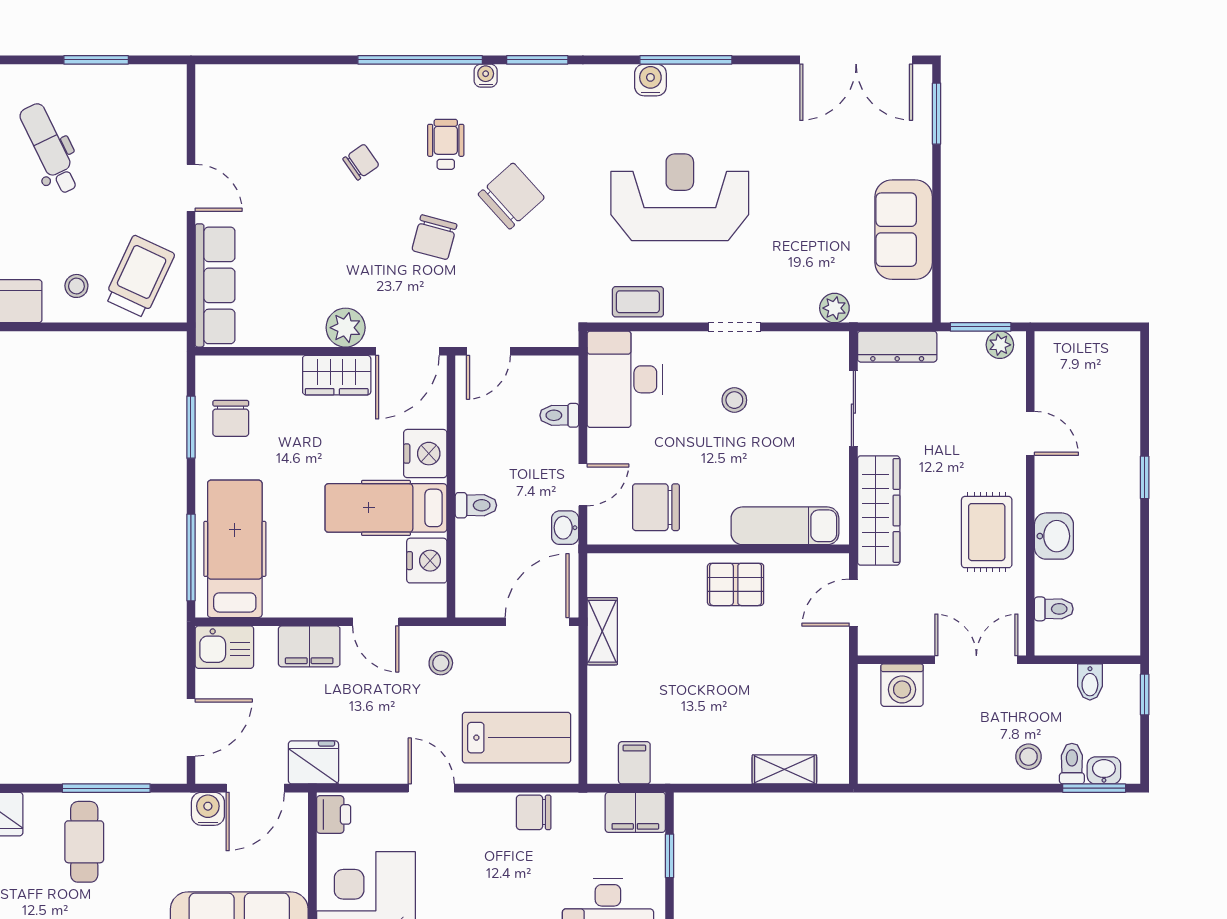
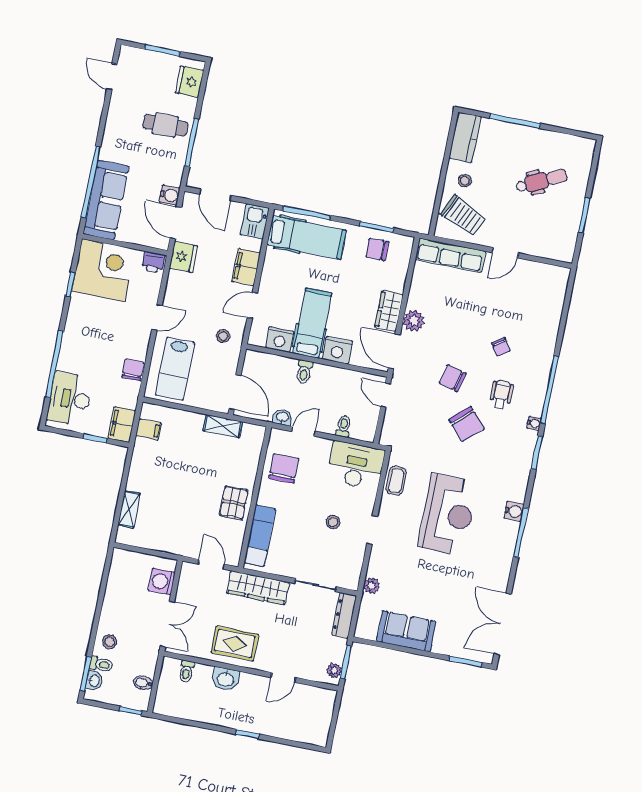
wheelchair: (446, 144) -> (501, 394), turned -90
door: (583, 485) -> (304, 431), swing flipped

